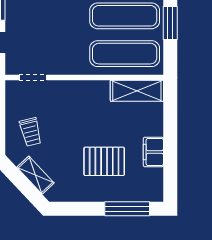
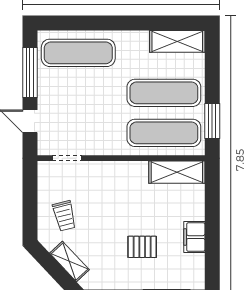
window: (170, 23) -> (212, 121), moved
pallet: (104, 161) -> (142, 247), width x0.67, depth x0.71

